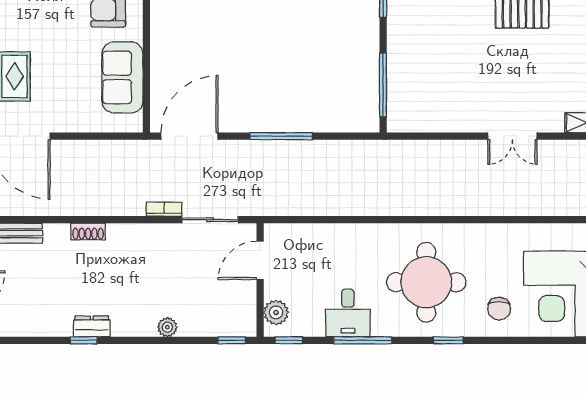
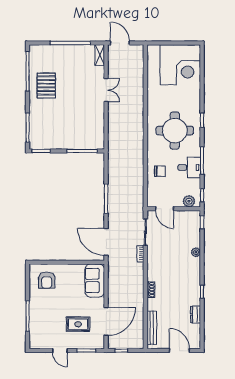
sofa: (122, 77) -> (95, 281), moved, turned 90
chair: (499, 309) -> (160, 171), moved
dresser: (92, 326) -> (196, 315), moved

